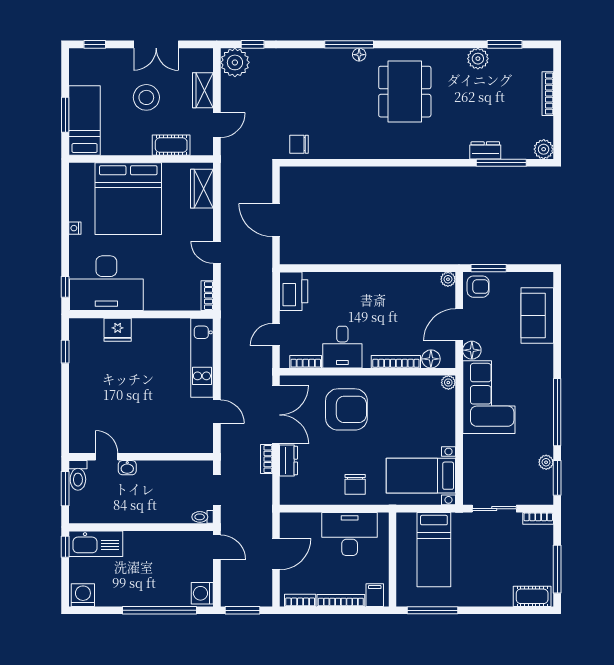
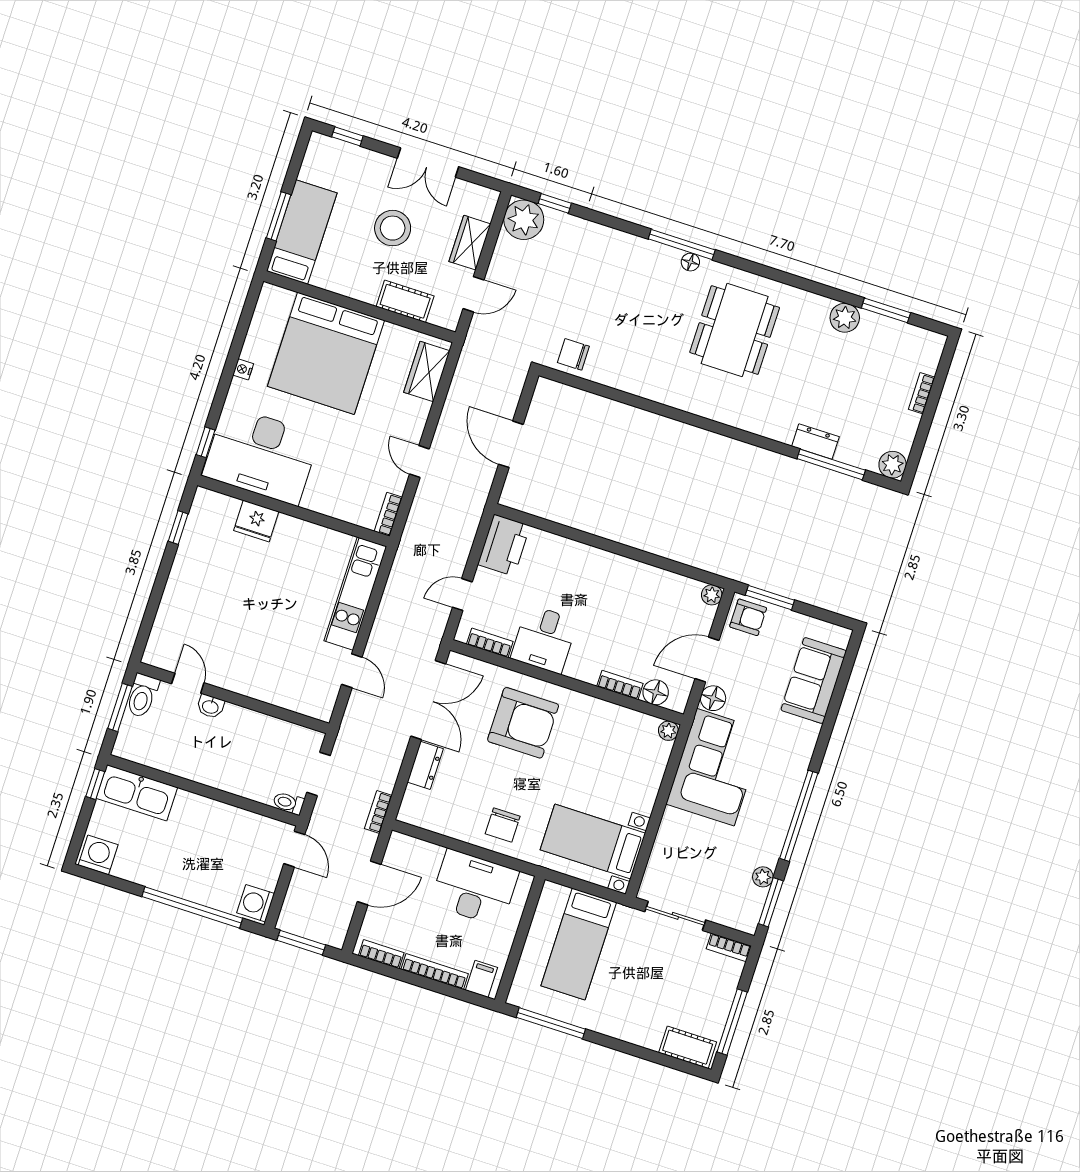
bookcase: (548, 94) -> (922, 393), width x0.64
bookcase: (396, 362) -> (620, 685), width x0.64
bookcase: (266, 459) -> (378, 812), moved

